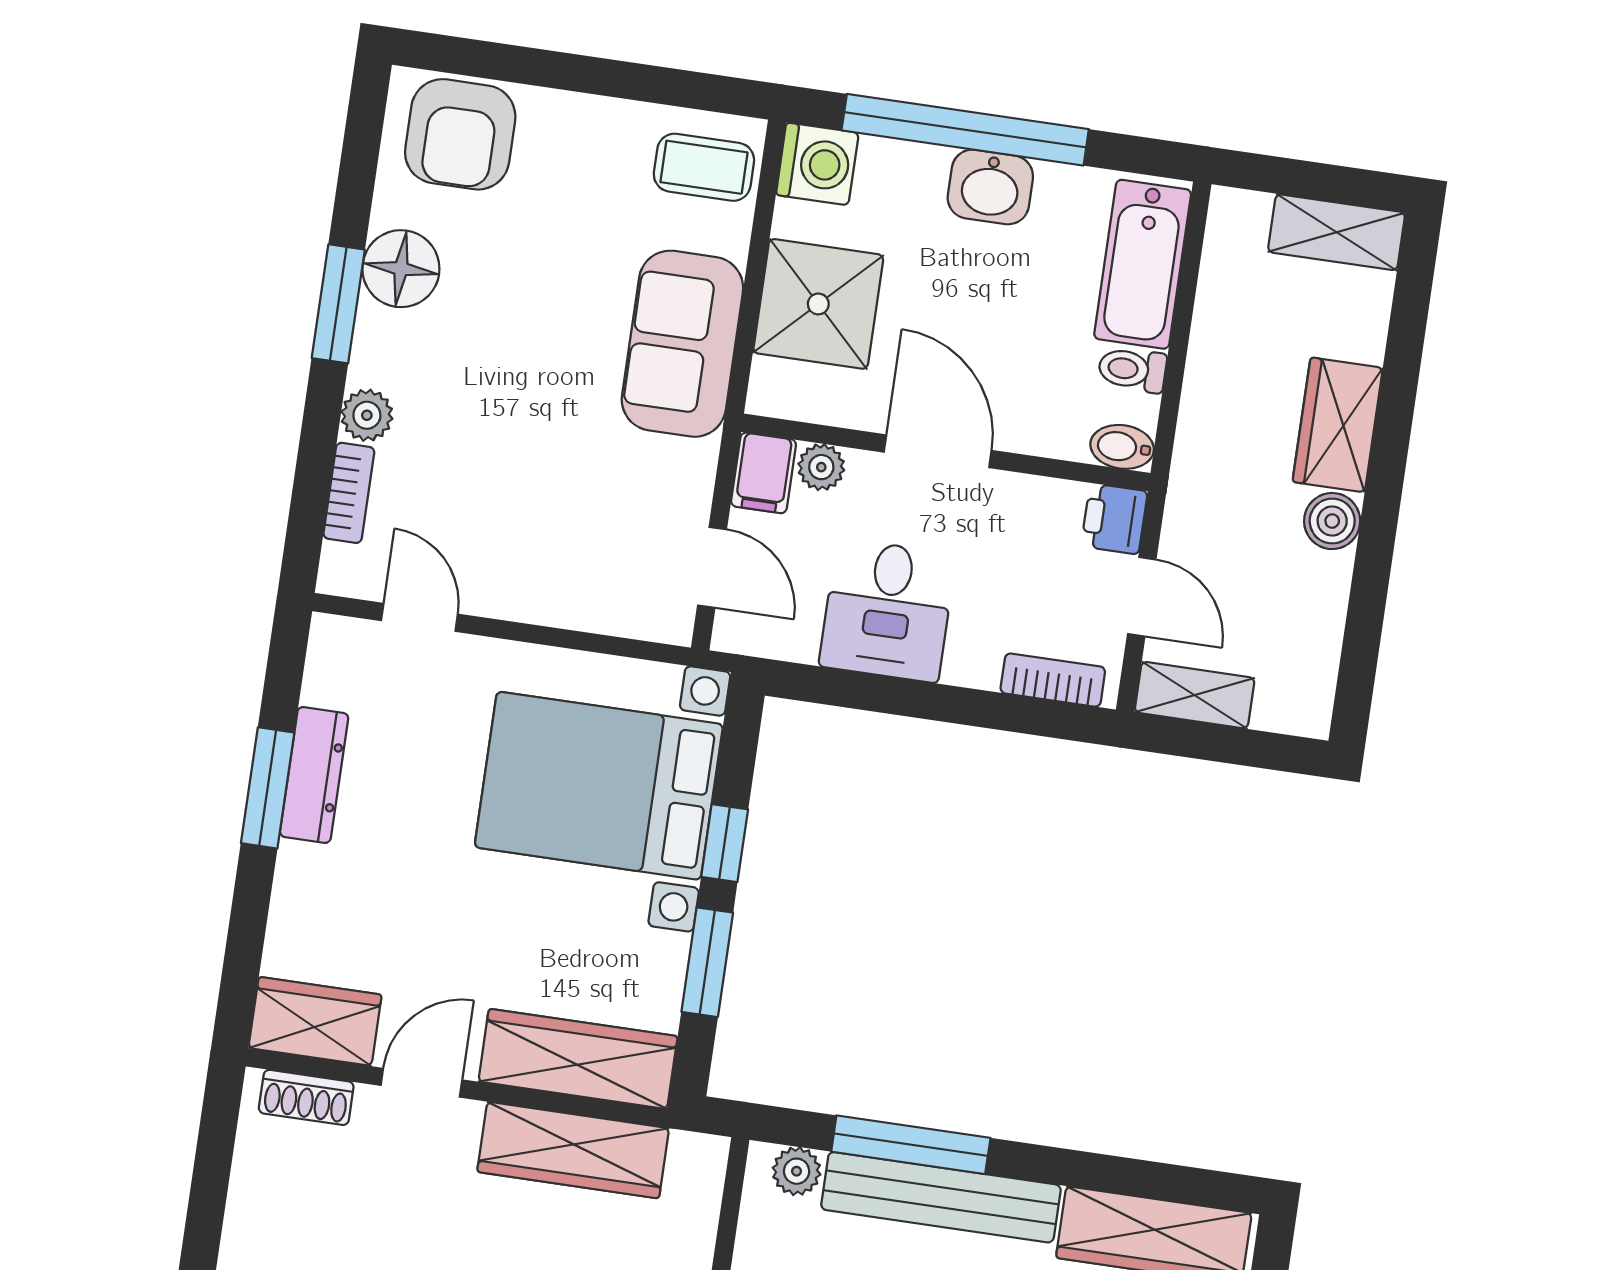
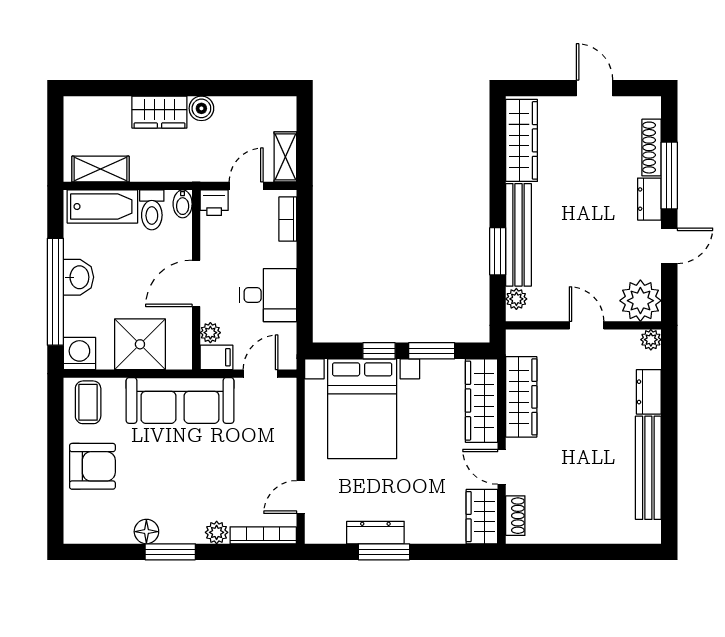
armchair: (460, 134) -> (92, 466), moved
shelving: (1337, 232) -> (101, 169), moved, turned 90
floor lamp: (401, 269) -> (146, 532), width x0.73, depth x0.73
sofa: (682, 344) -> (180, 400), width x1.36
toilet: (1132, 370) -> (152, 210), width x1.37, depth x1.39
bookcase: (349, 493) -> (263, 535), width x1.56
window: (911, 1145) -> (498, 251), width x0.69

